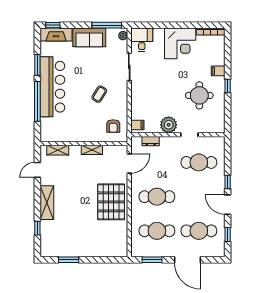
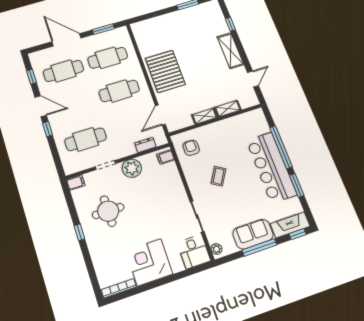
window: (107, 25) -> (259, 247), moved
filing cabinet: (218, 71) -> (76, 183), moved
shelving: (58, 150) -> (228, 109), moved

